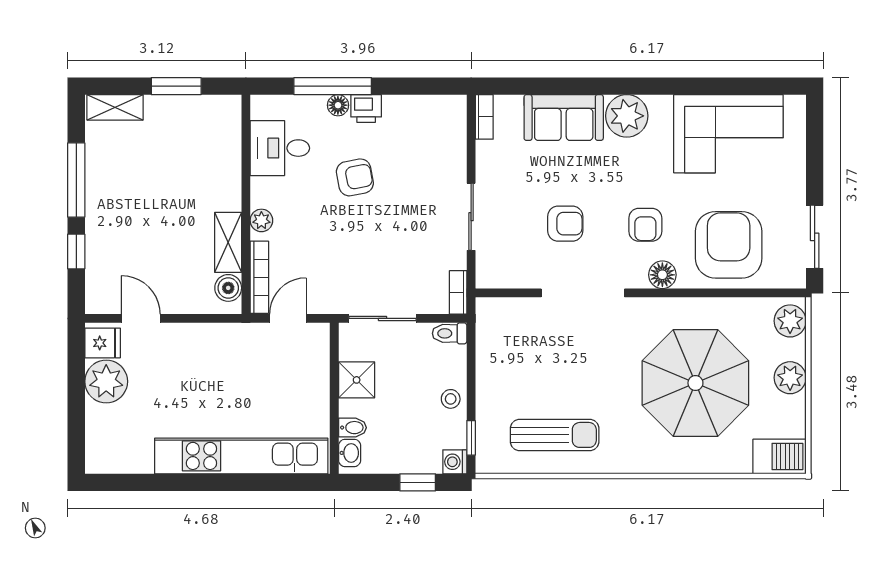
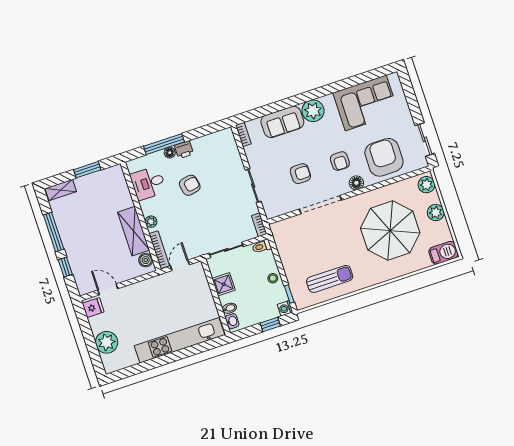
shelving: (228, 242) -> (134, 231), width x1.50, depth x1.33
plant: (106, 381) -> (107, 342), moved

